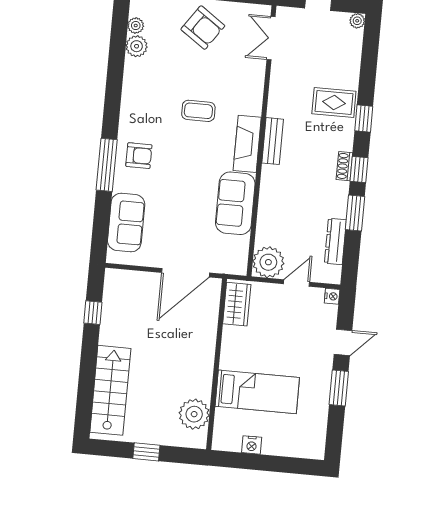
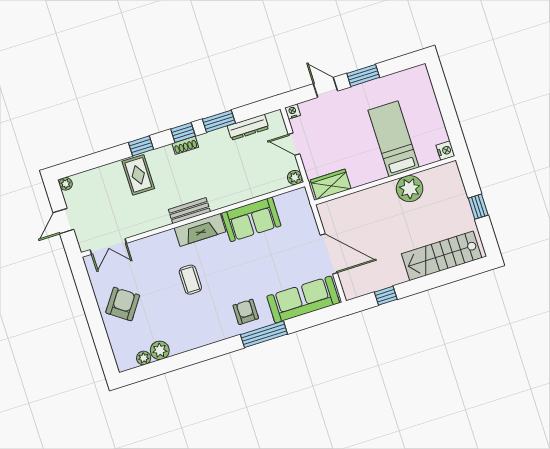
sofa: (126, 223) -> (303, 300), width x1.36
plant: (268, 262) -> (295, 178), width x0.53, depth x0.53
door: (186, 273) -> (329, 254), moved
plant: (194, 414) -> (410, 189), moved
nightstand: (252, 445) -> (445, 151), moved

